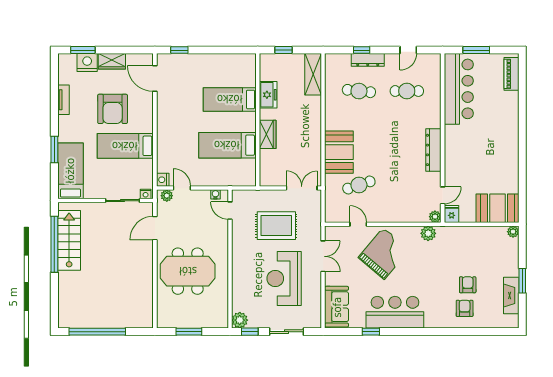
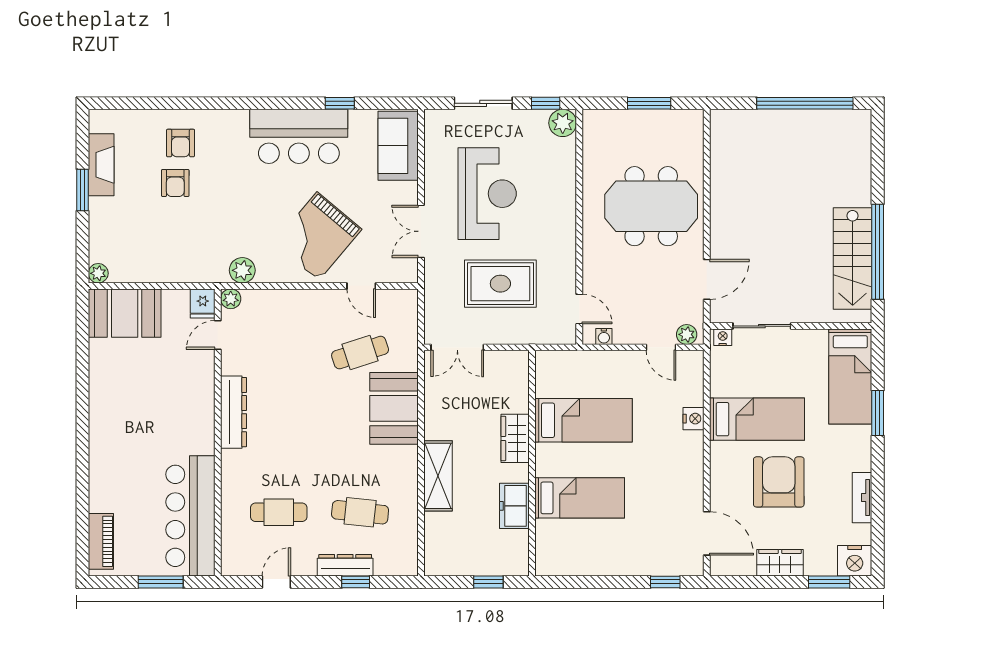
nightstand: (87, 63) -> (855, 561), moved
shelving: (313, 74) -> (438, 476), moved
nightstand: (163, 180) -> (694, 419), moved

